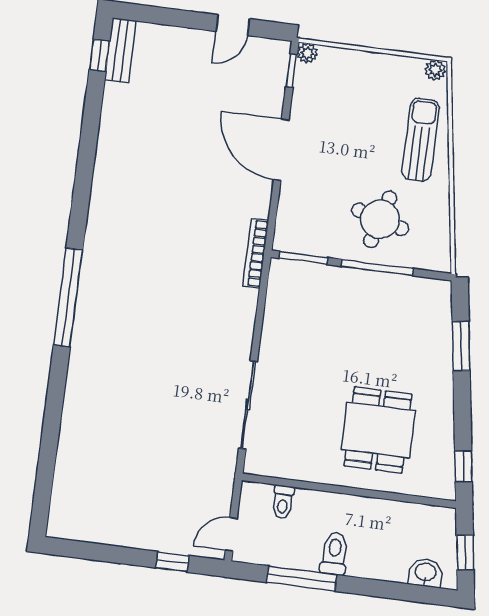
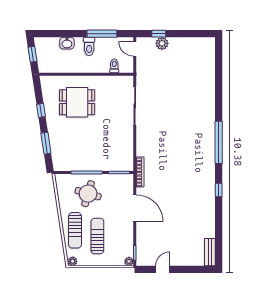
window: (100, 55) -> (219, 190), moved
sun lounger: (371, 120) -> (97, 236), added
door: (281, 150) -> (135, 208), moved
dining table: (378, 430) -> (77, 102), turned 90
window: (463, 466) -> (41, 110), moved
door: (231, 534) -> (135, 49), swing flipped
plant: (168, 539) -> (162, 43), added
washbasin: (426, 573) -> (67, 43), moved

